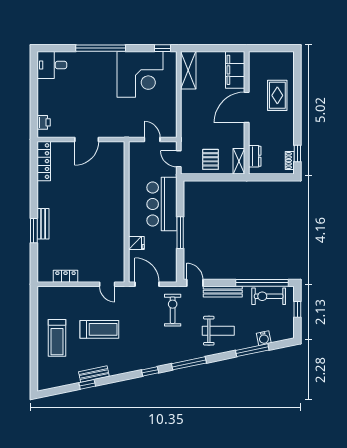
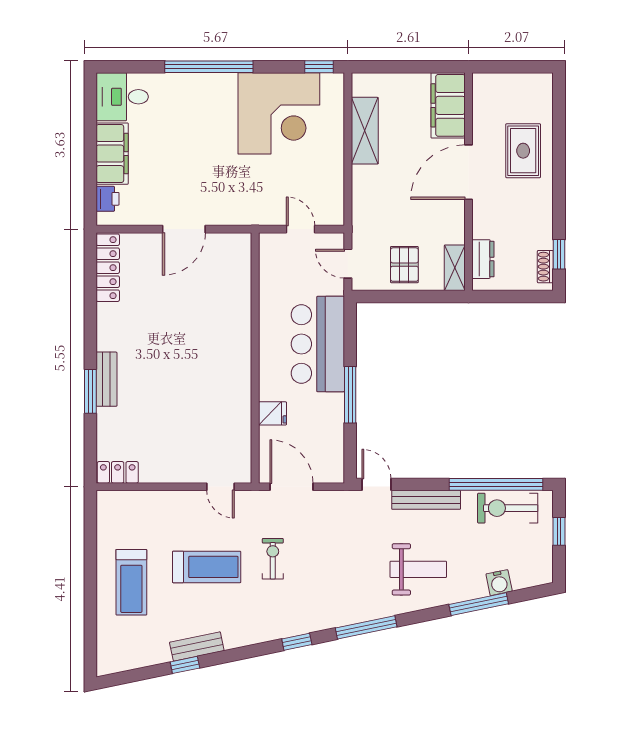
shelving: (188, 70) -> (365, 131), moved
filing cabinet: (46, 97) -> (112, 154), added
locker: (65, 276) -> (118, 472), moved
exercise bike: (173, 310) -> (273, 559), moved, width x0.73, depth x0.72

